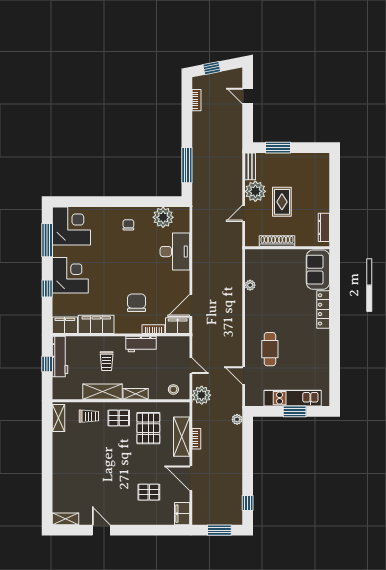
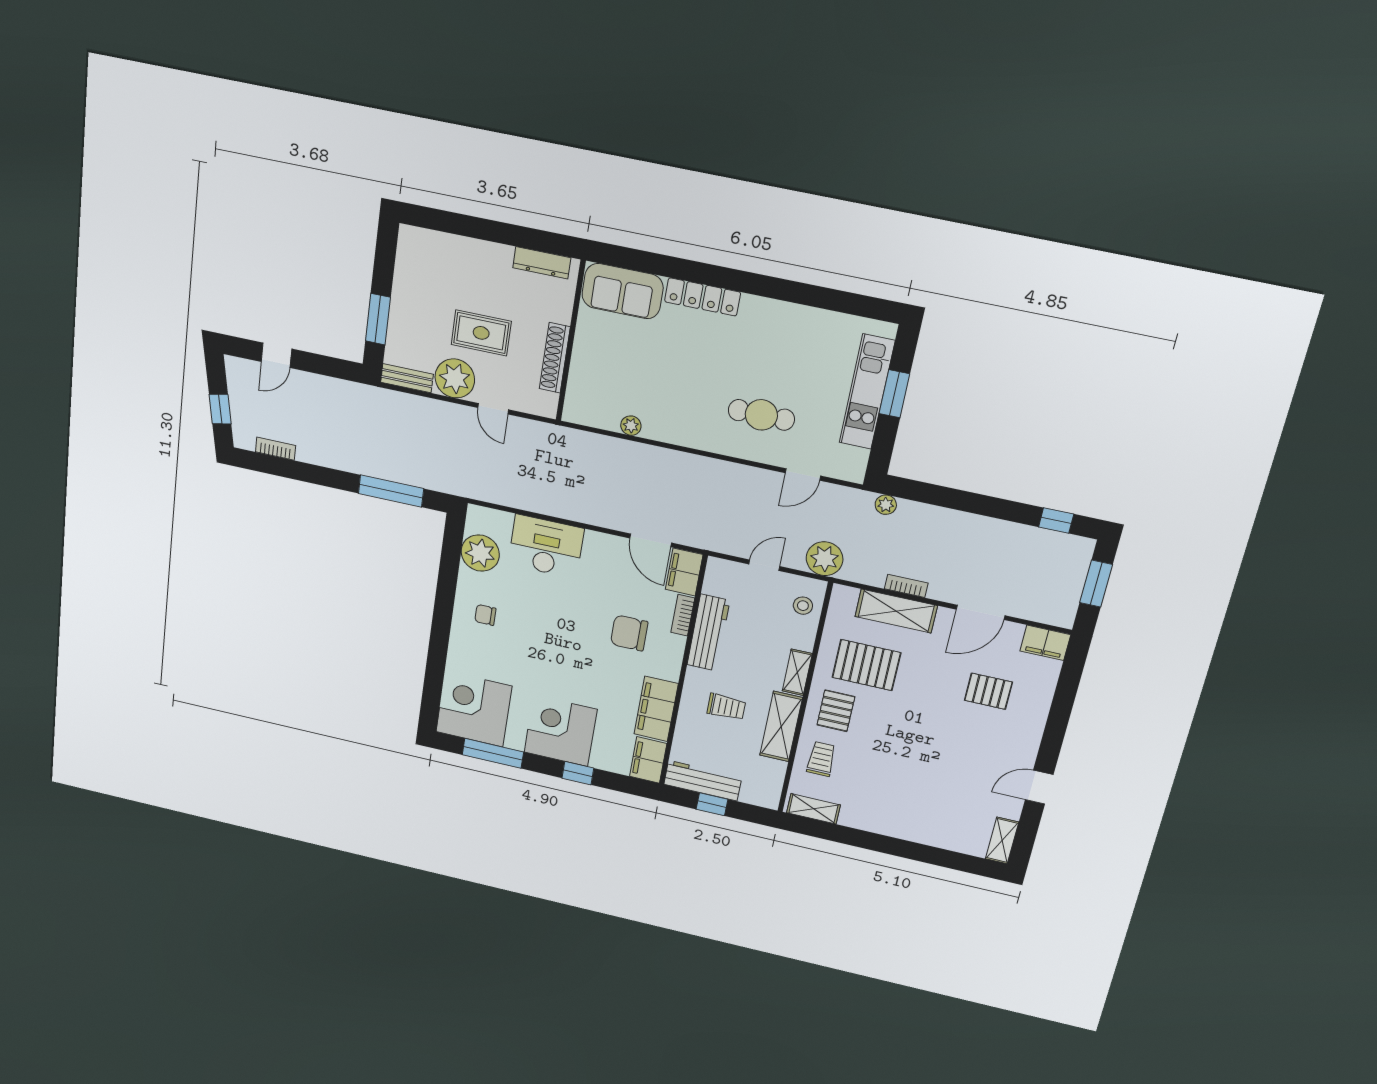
workbench: (141, 344) -> (708, 633), width x1.38
pallet: (149, 492) -> (988, 691), turned 90

